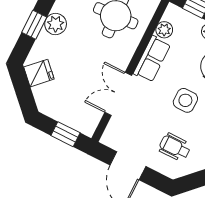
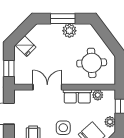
window: (34, 25) -> (63, 19), width x1.50
fridge: (39, 73) -> (26, 46), moved

